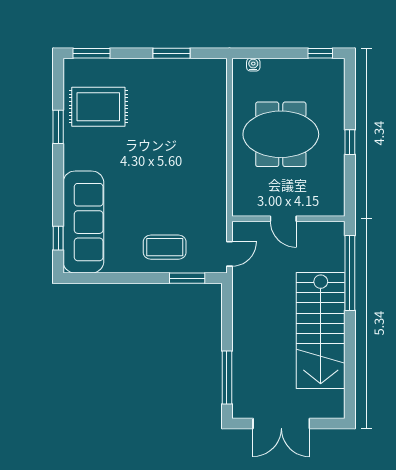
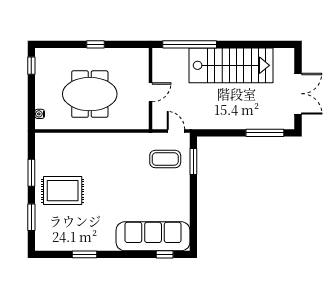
window: (92, 53) -> (31, 217), moved
rug: (98, 107) -> (63, 191), moved, turned 90
meeting table: (281, 134) -> (90, 94), turned 90
coffee table: (165, 247) -> (165, 159), moved, turned 90

